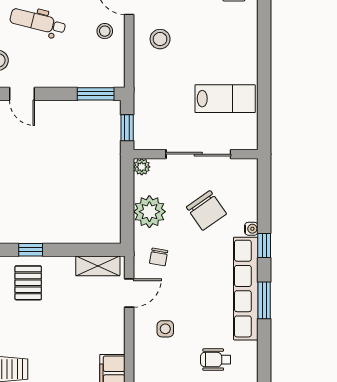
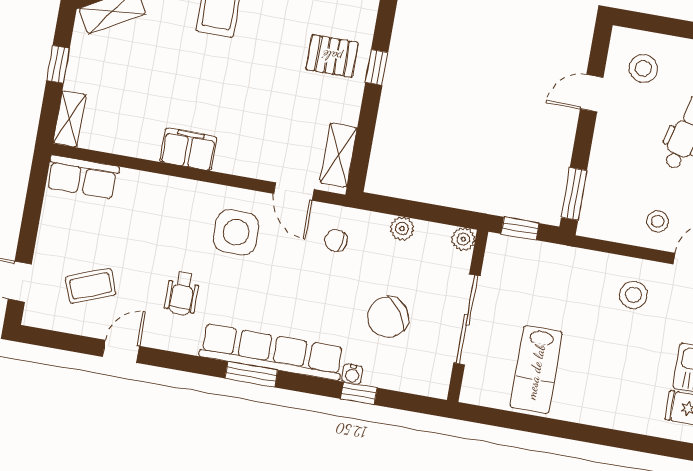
plant: (149, 212) -> (402, 229), width x0.53, depth x0.53
window: (264, 245) -> (359, 393), moved
side table: (165, 329) -> (236, 232), width x1.87, depth x1.87
wheelchair: (216, 360) -> (182, 294), turned 180

